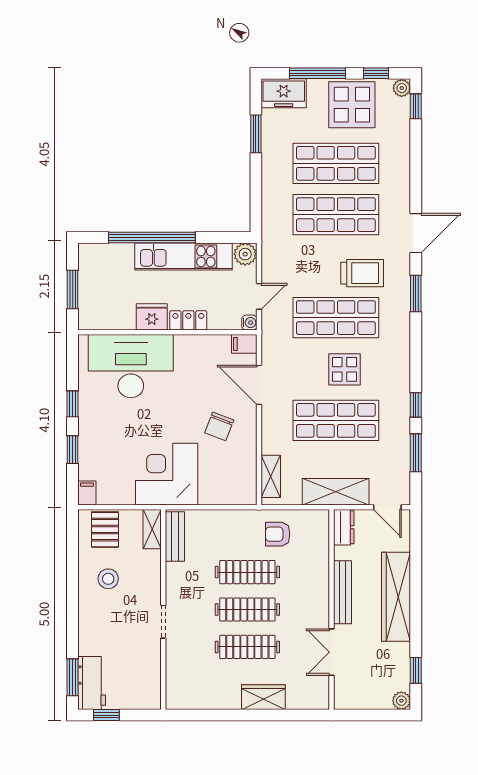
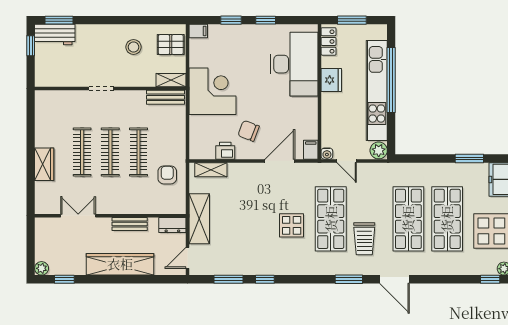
kitchen unit: (183, 256) -> (377, 90), width x1.36
locker: (188, 320) -> (329, 41), moved
shop shelf: (336, 420) -> (253, 219), removed
printer: (246, 457) -> (225, 151), added
bench: (343, 592) -> (130, 224), width x0.73

